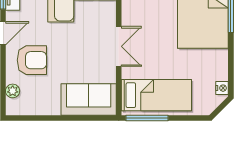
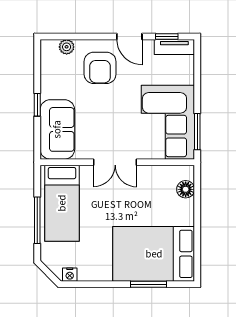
window: (66, 118) -> (37, 105), added
window: (147, 118) -> (37, 220), moved

